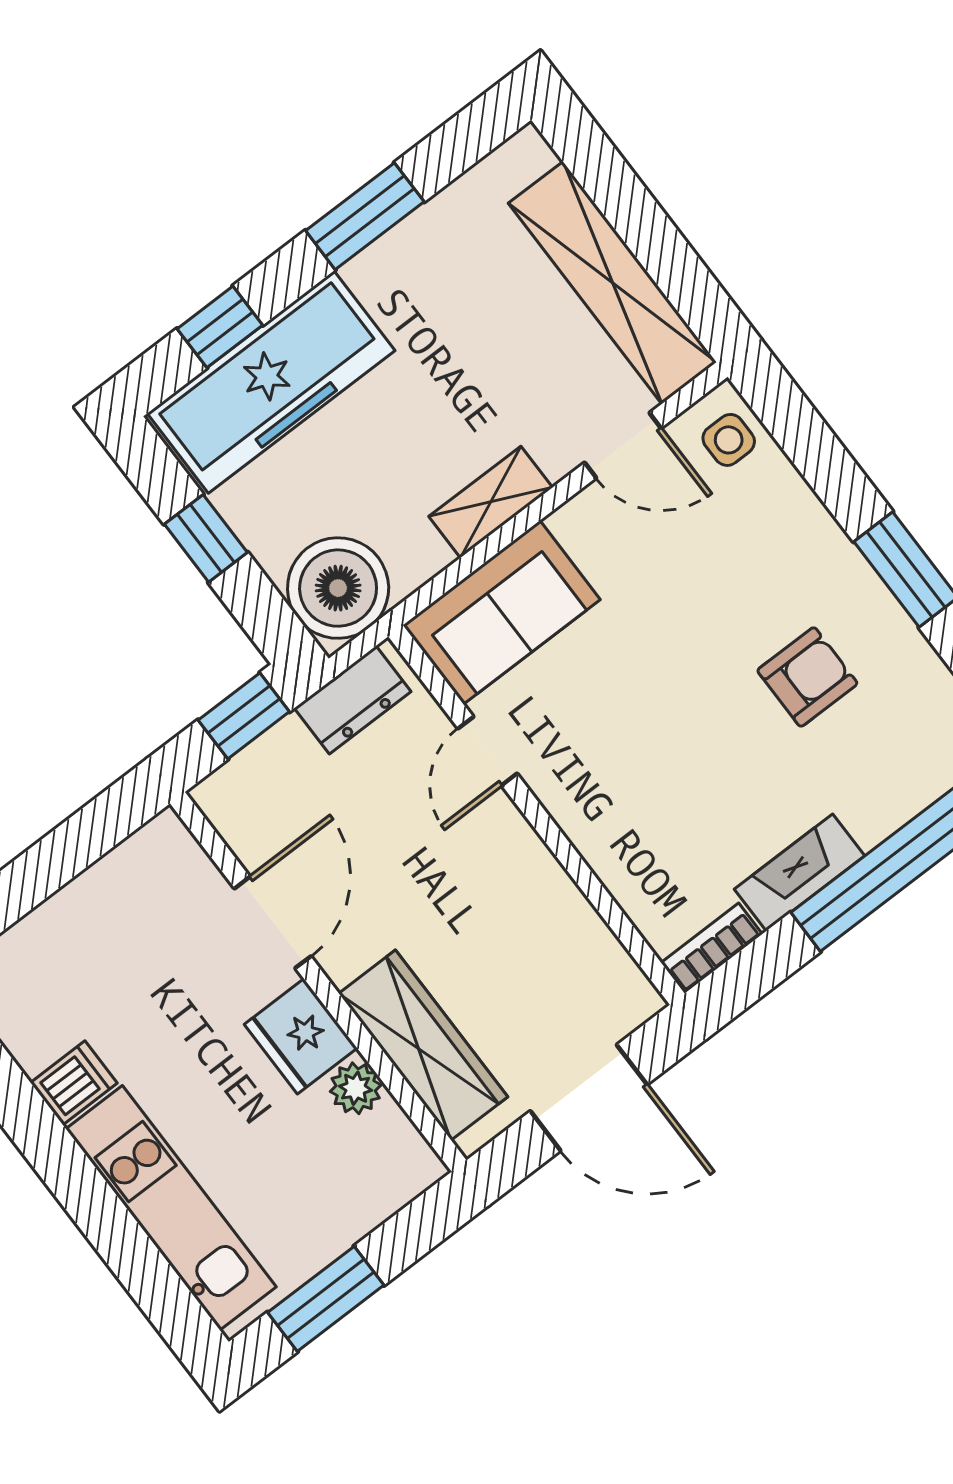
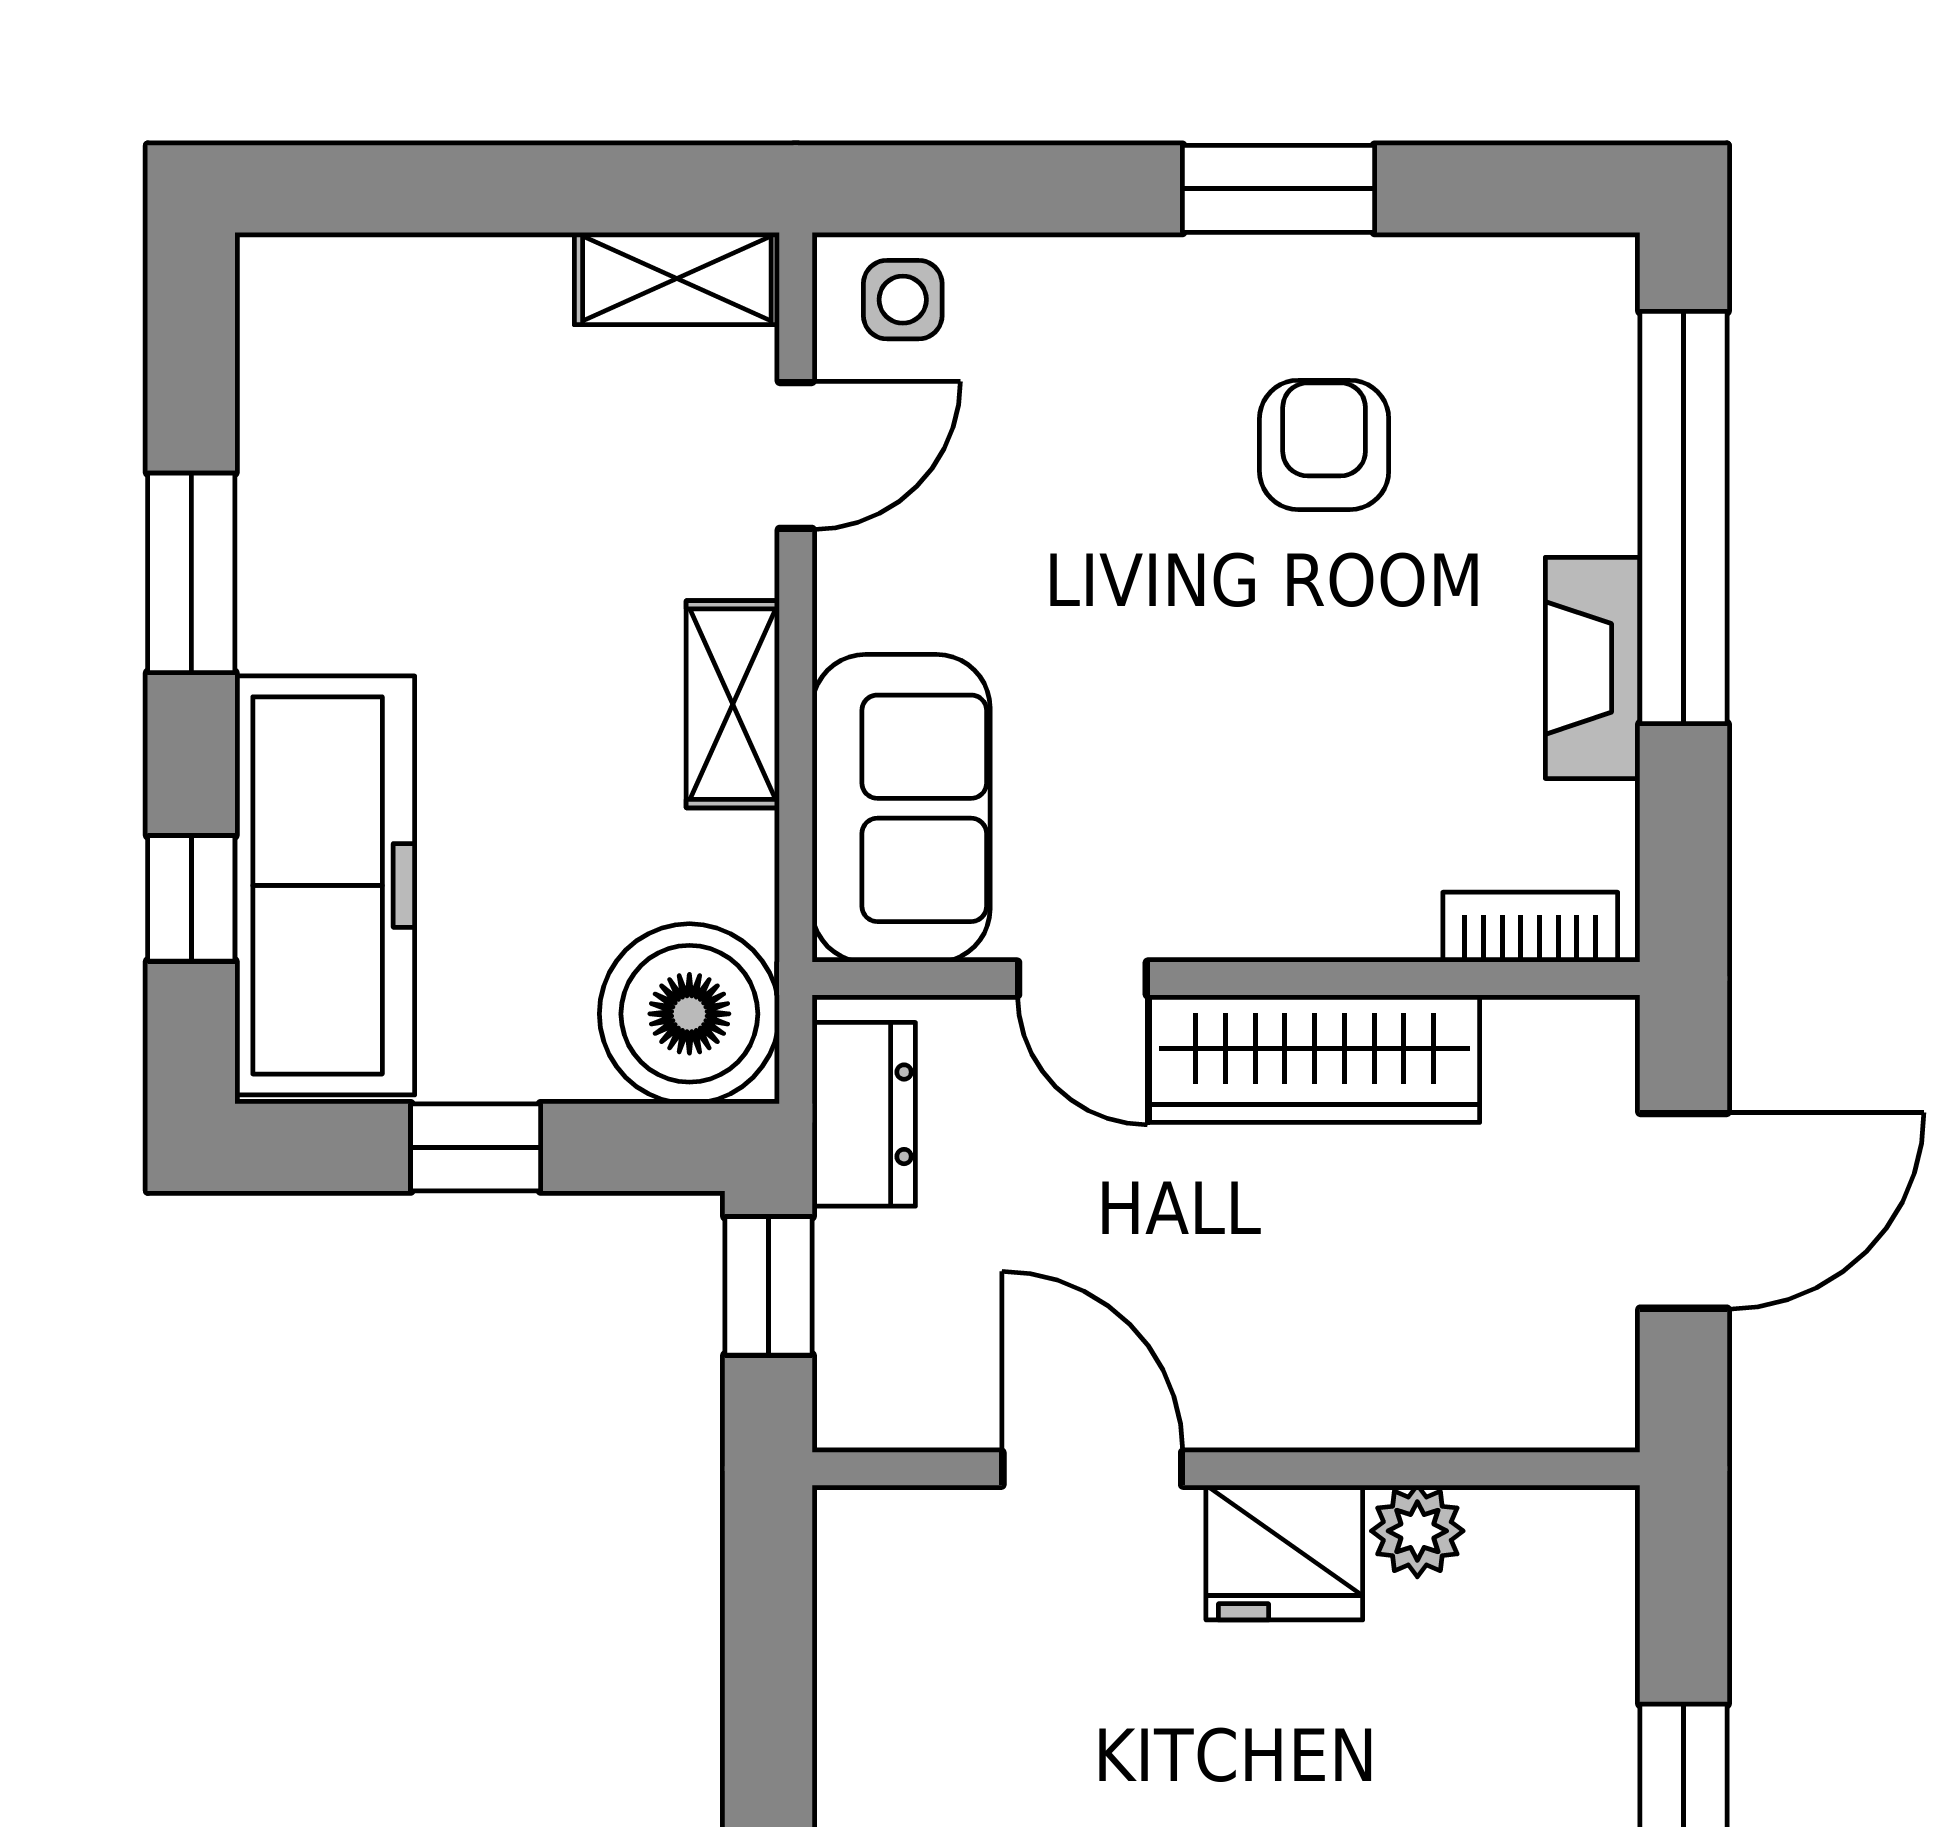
shelving: (612, 283) -> (677, 279), width x0.45, depth x0.75
bookcase: (712, 948) -> (1530, 927), moved, turned 90
wardrobe: (423, 1045) -> (1315, 1059), moved, turned 180

